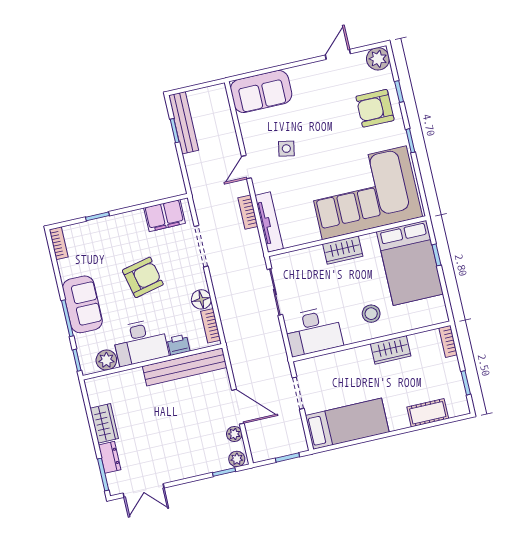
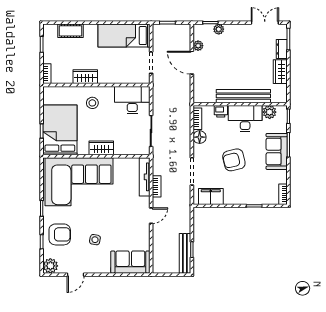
side table: (286, 149) -> (95, 240), moved
bench: (185, 367) -> (243, 96), moved
plant: (237, 459) -> (219, 29), moved

